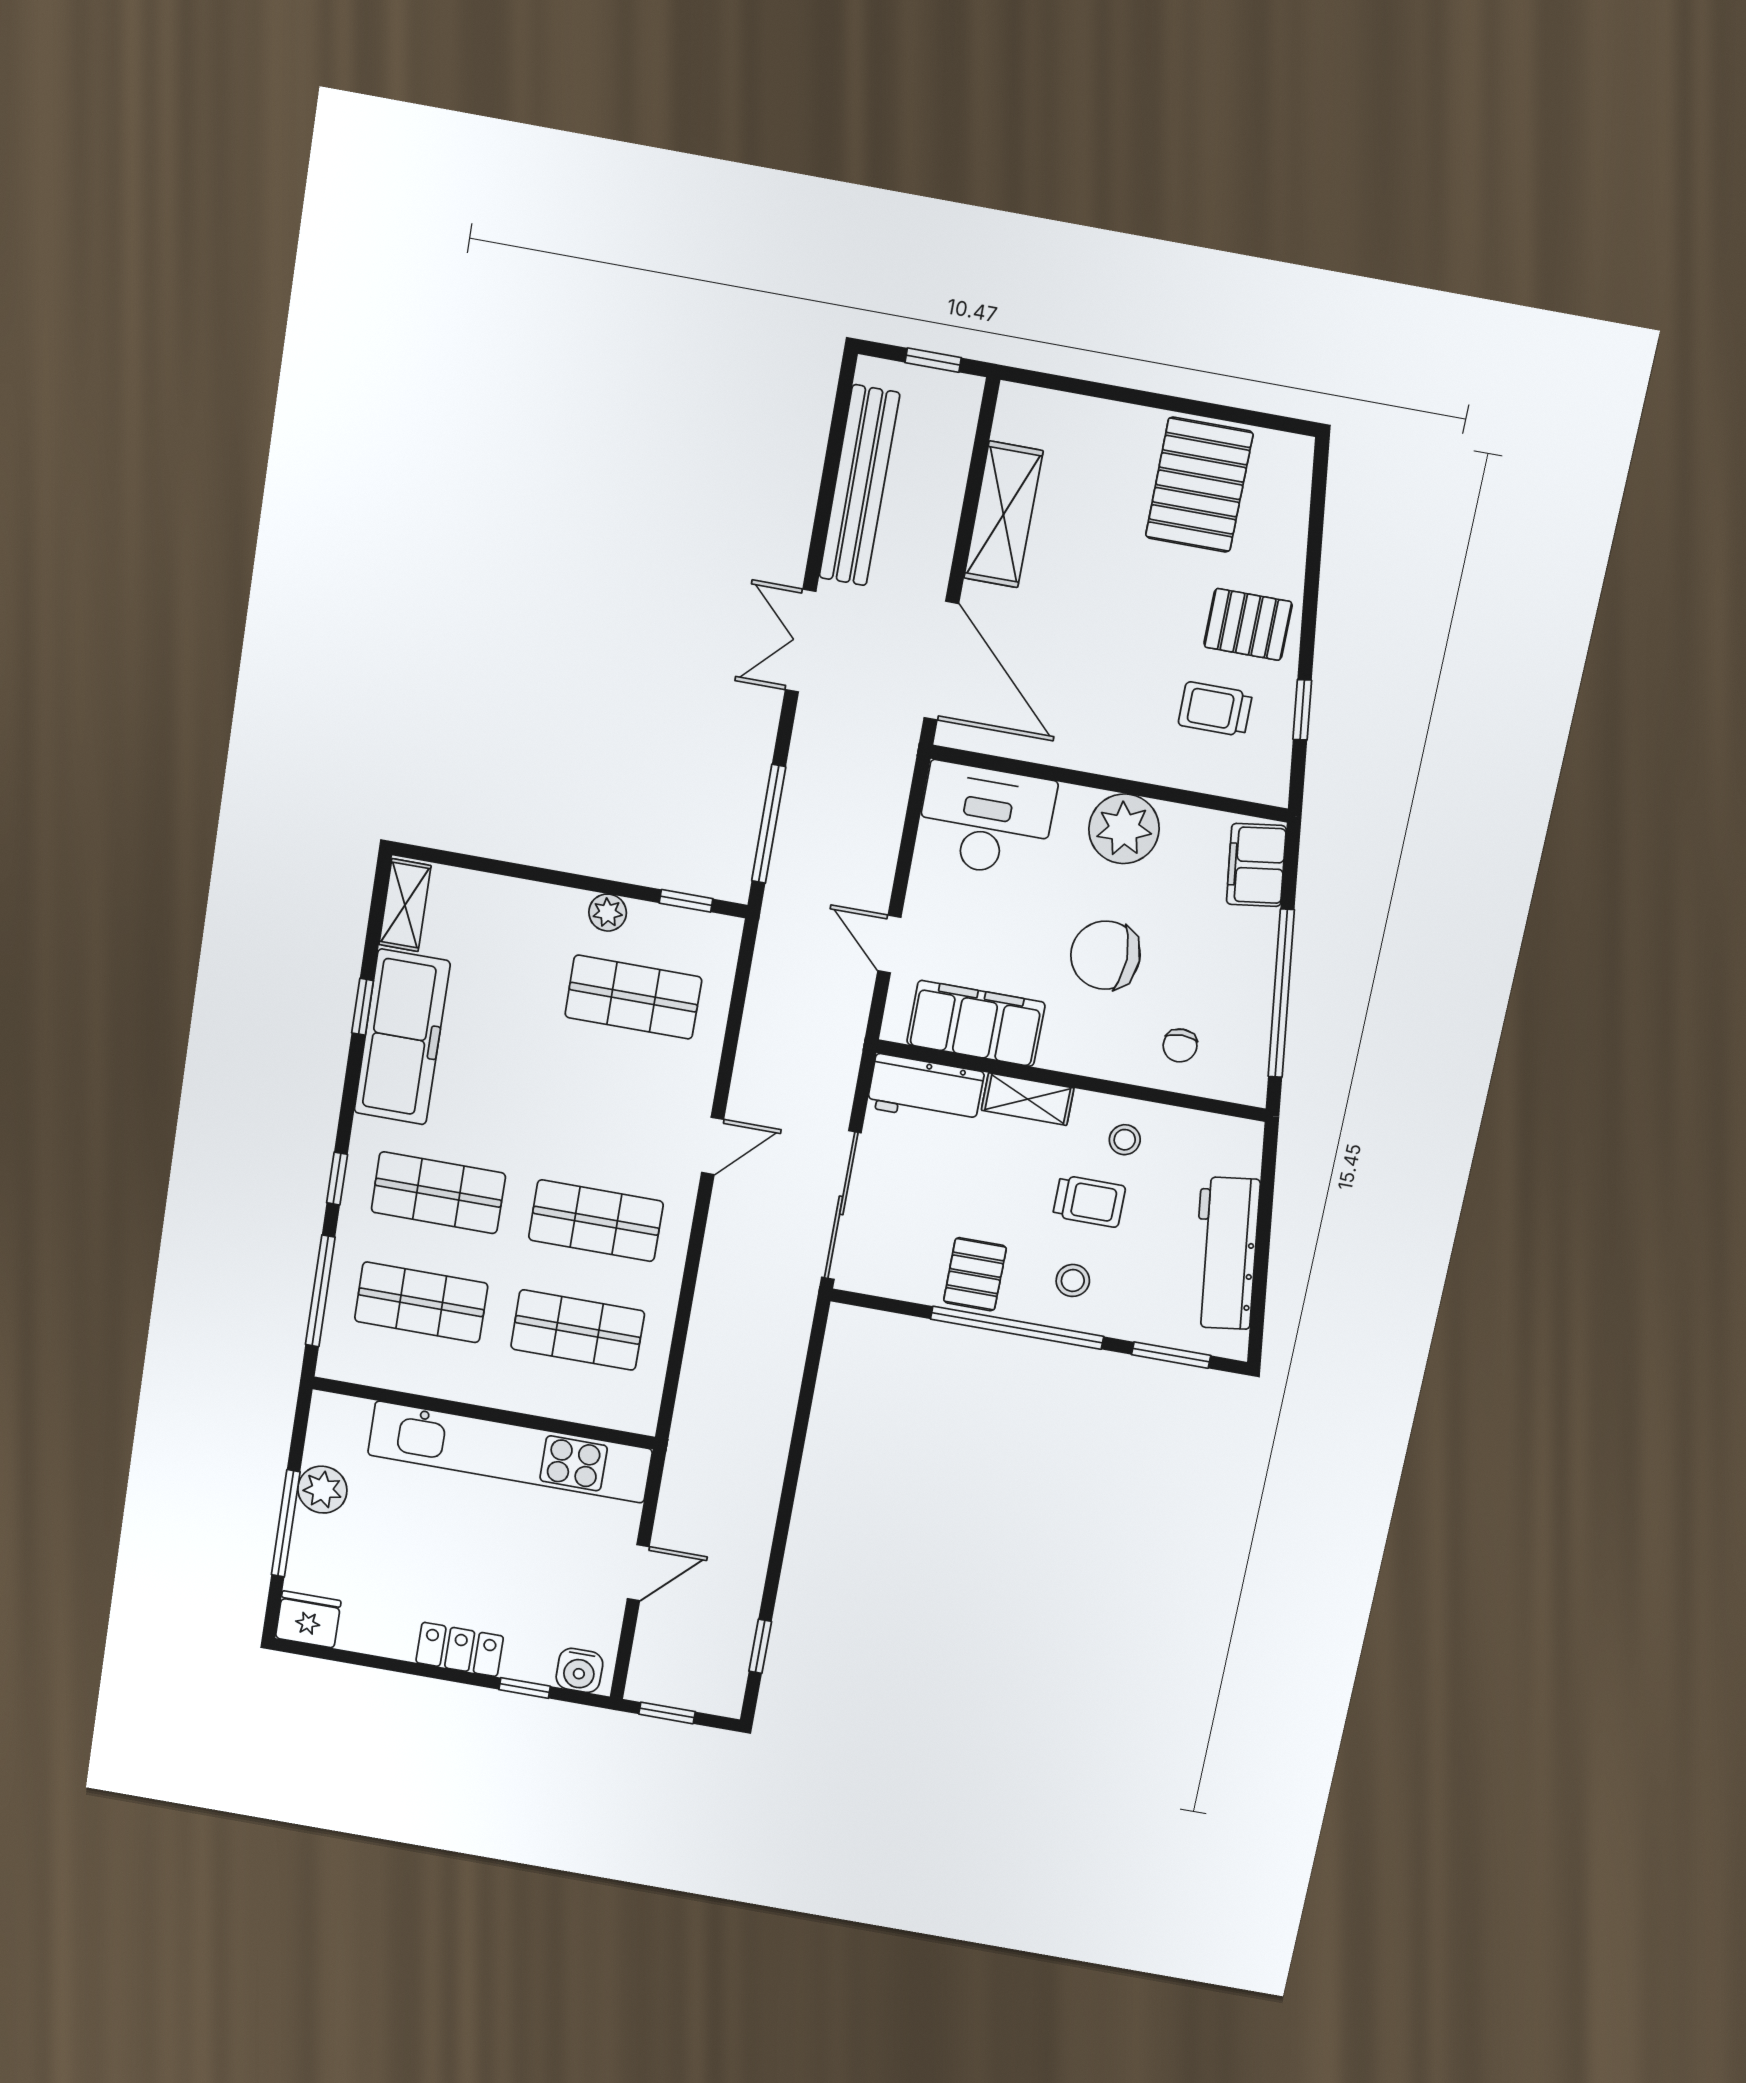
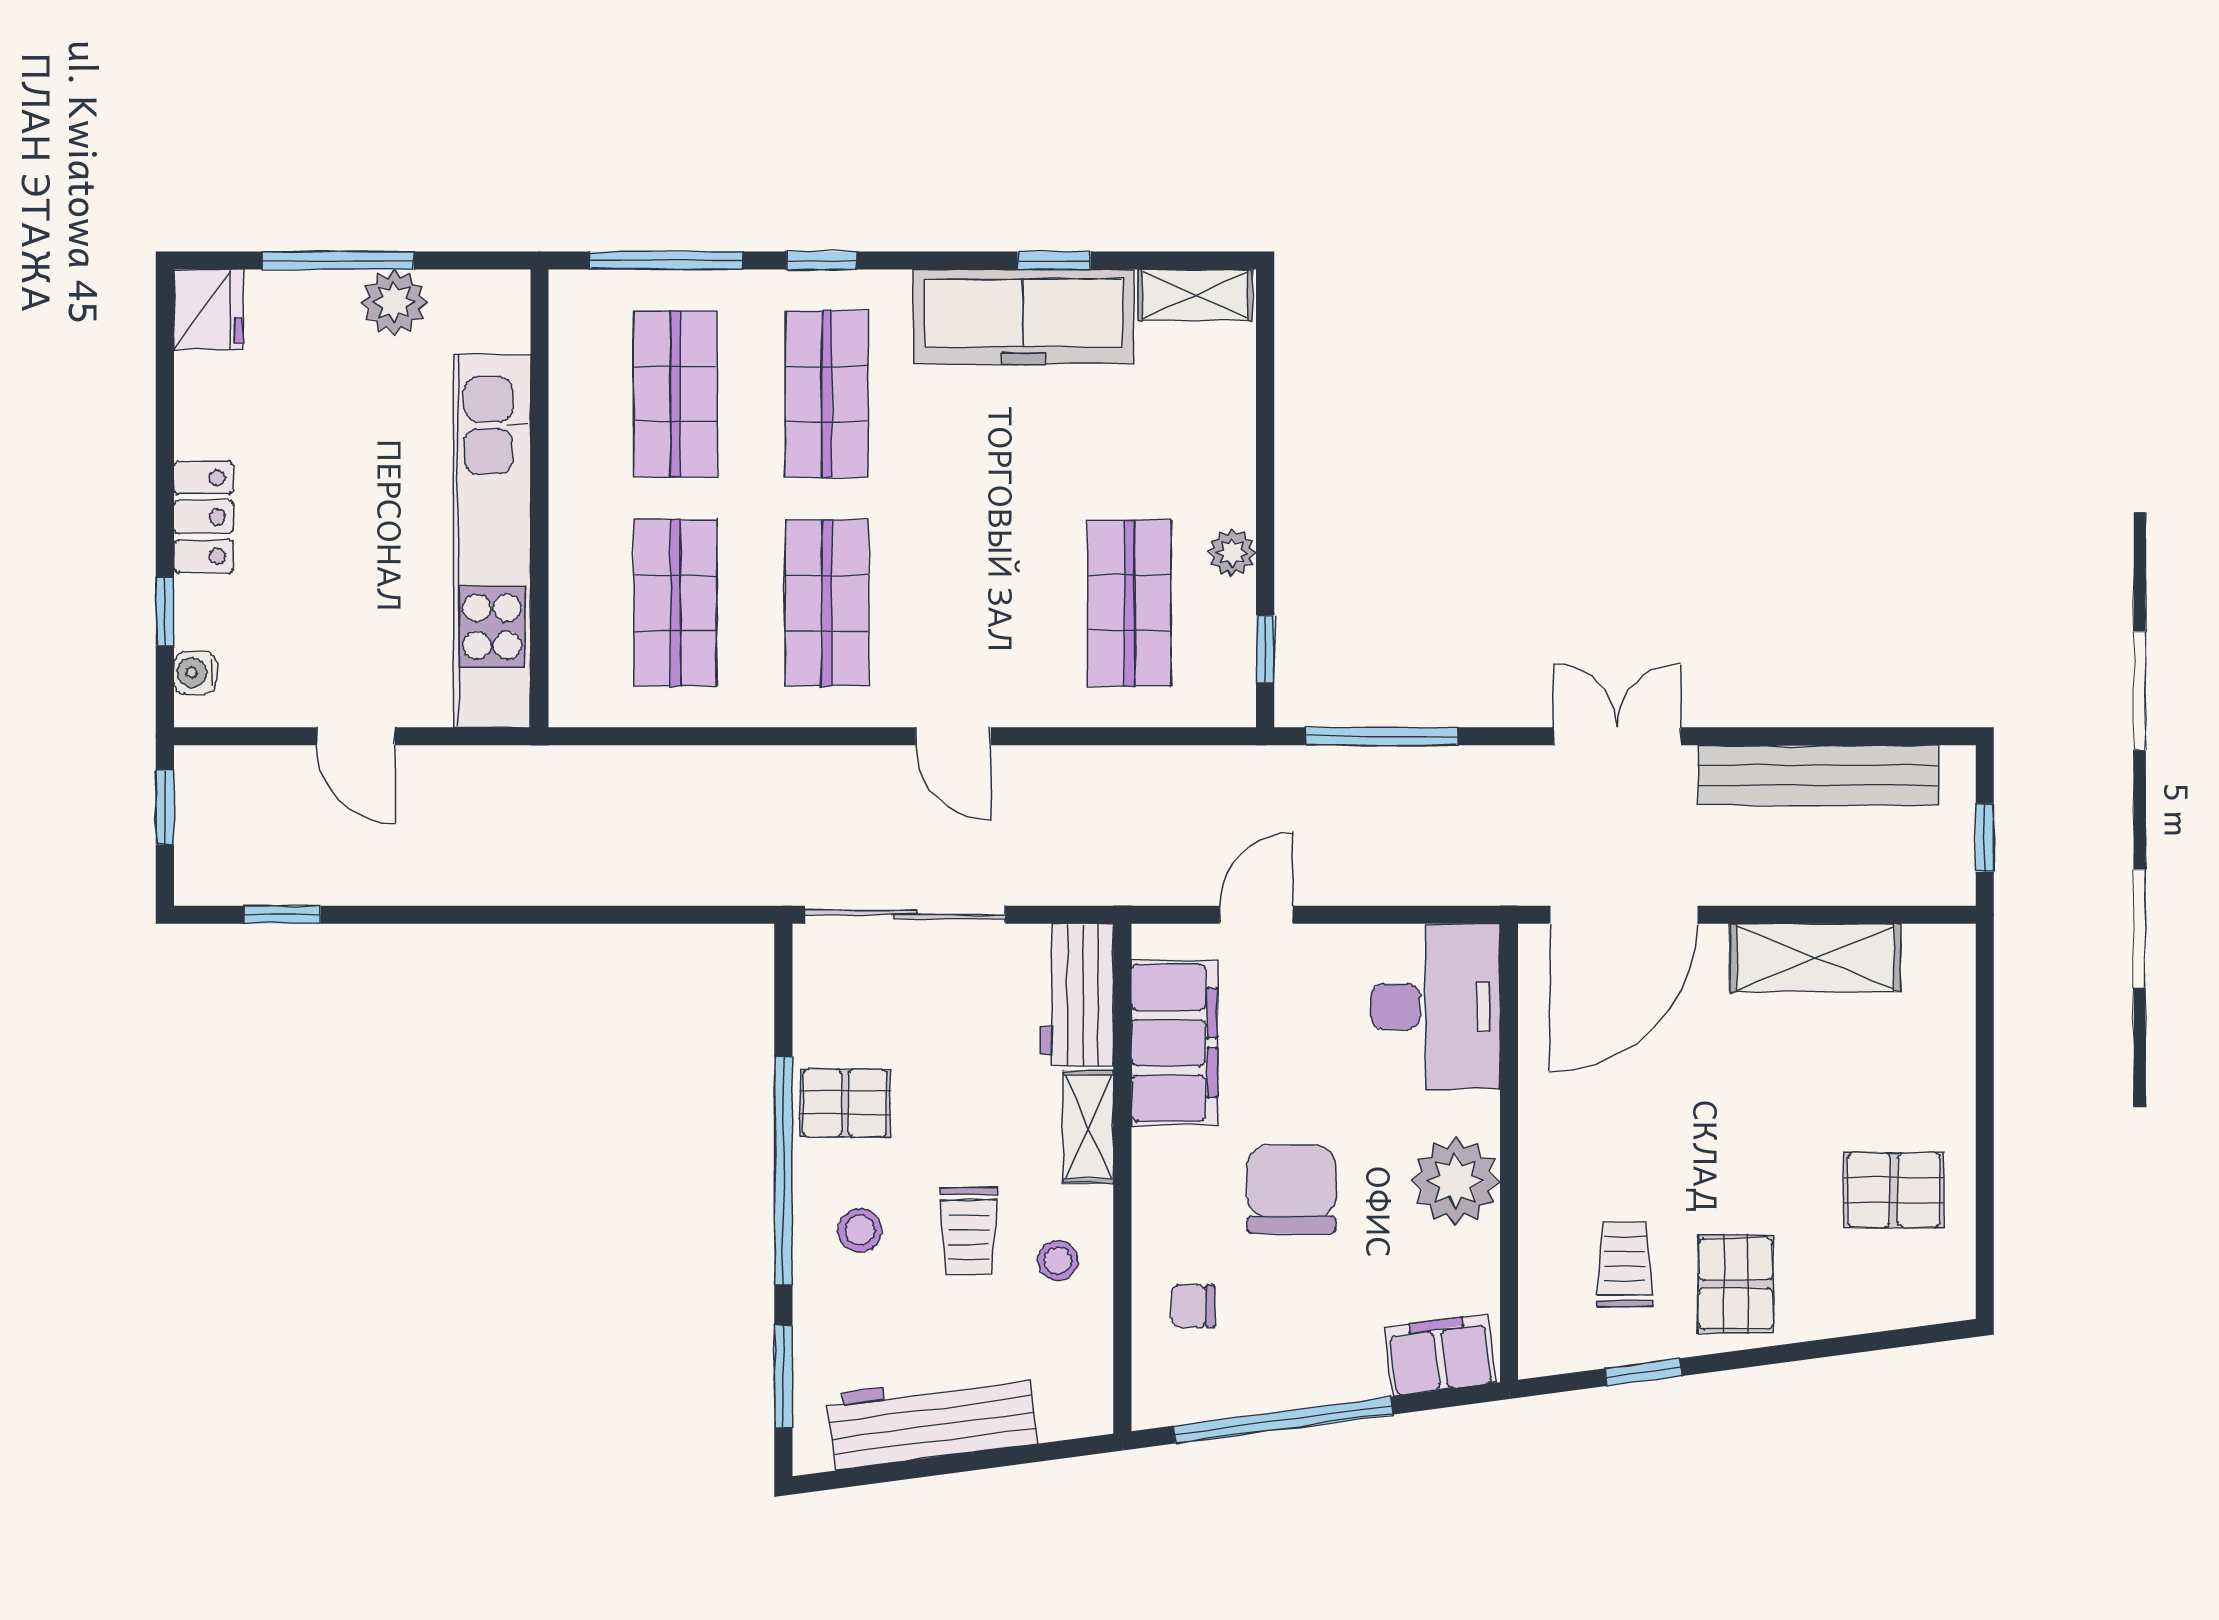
pallet: (1199, 485) -> (1894, 1190), width x0.67, depth x0.71
water cooler: (579, 1670) -> (195, 673), width x0.72, depth x0.72

